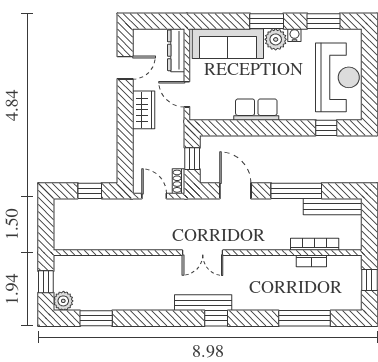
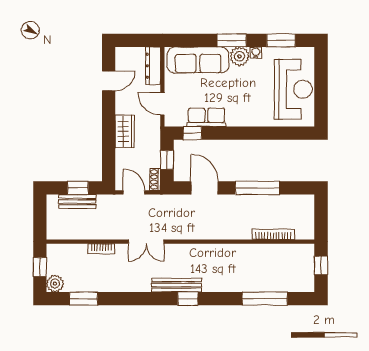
wardrobe: (144, 110) -> (125, 131), moved
row of seats: (256, 110) -> (207, 117), moved
window: (326, 128) -> (192, 133), moved
bench: (333, 207) -> (77, 202), moved, width x0.73
double door: (203, 253) -> (146, 242), moved
bookcase: (311, 261) -> (101, 249), moved

